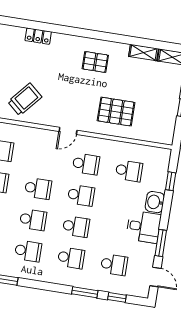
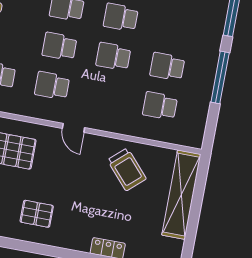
trolley: (25, 99) -> (127, 169), turned -83
door: (68, 131) -> (73, 128), swing flipped

